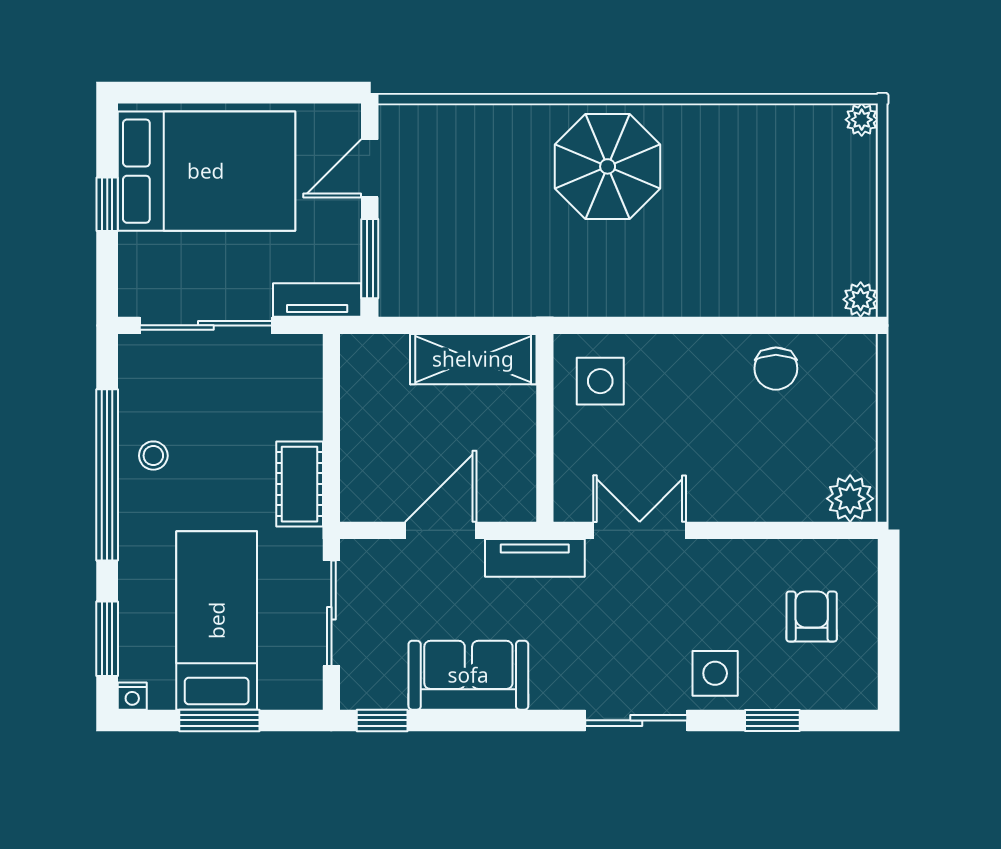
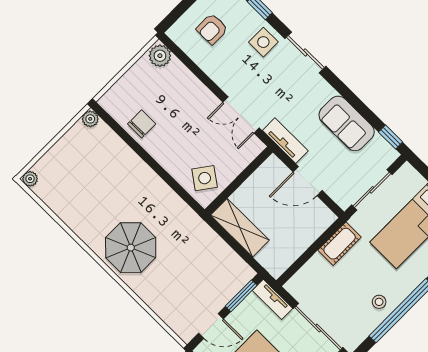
side table: (600, 381) -> (205, 178), turned 36

